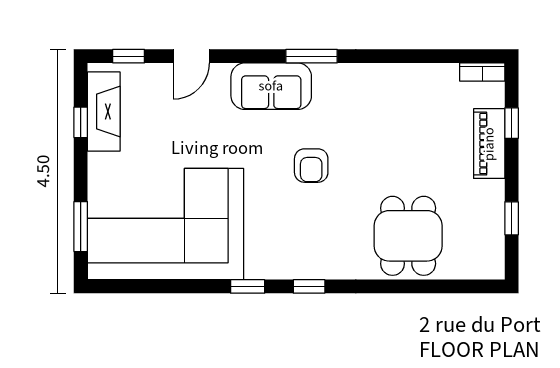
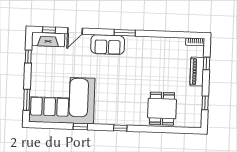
fireplace: (104, 112) -> (48, 39), moved, turned 90
armchair: (311, 166) -> (123, 78), removed
window: (248, 286) -> (80, 127), moved

